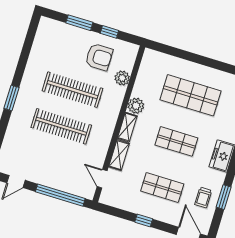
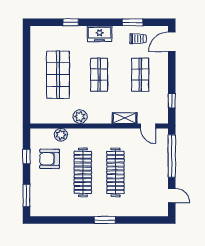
window: (79, 23) -> (26, 195), moved
armchair: (99, 57) -> (50, 159), turned -90
shelving: (127, 127) -> (100, 118), removed
door: (102, 179) -> (148, 126), hinge flipped
window: (144, 221) -> (172, 101), moved

